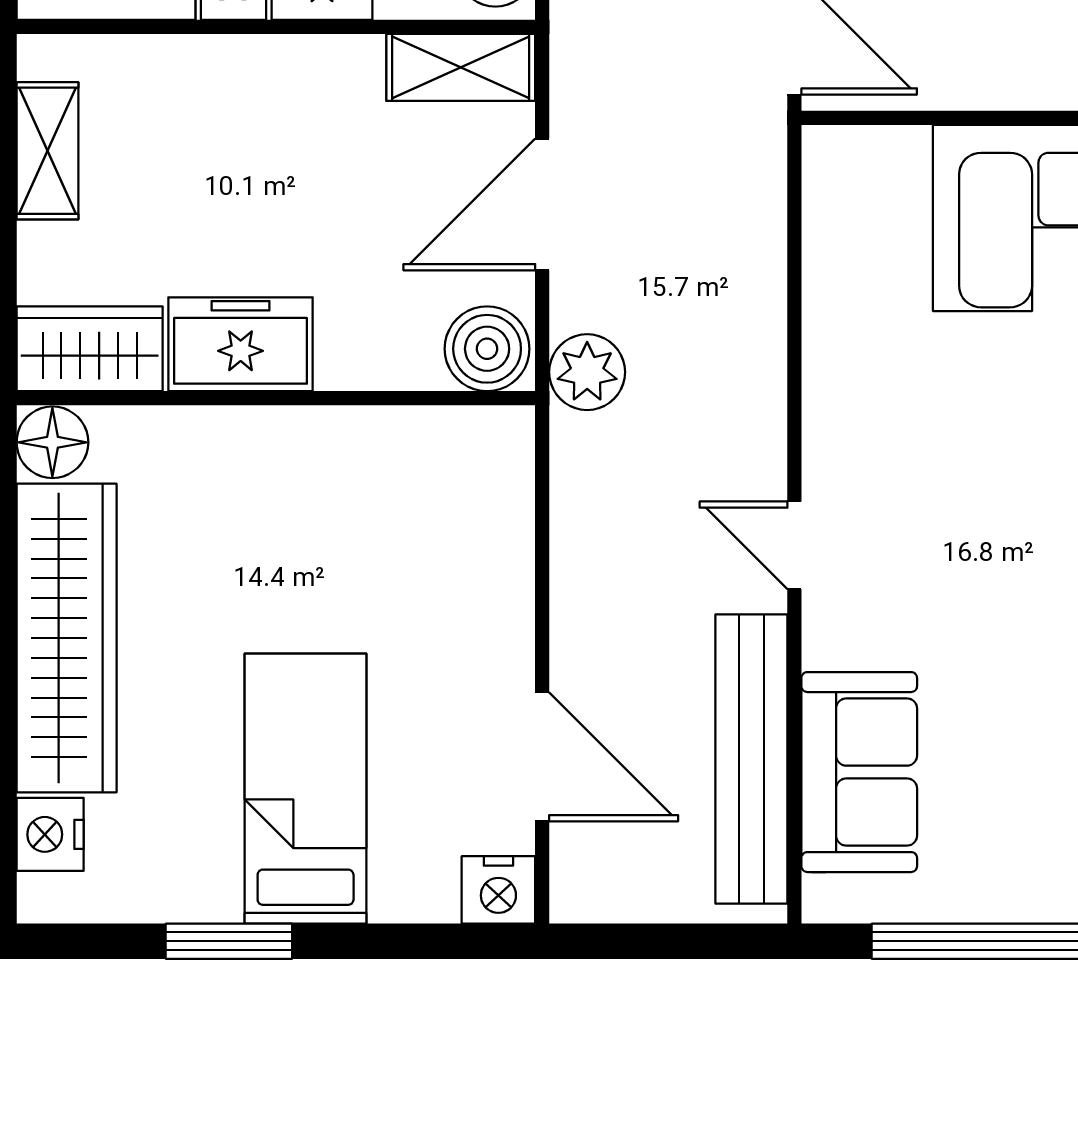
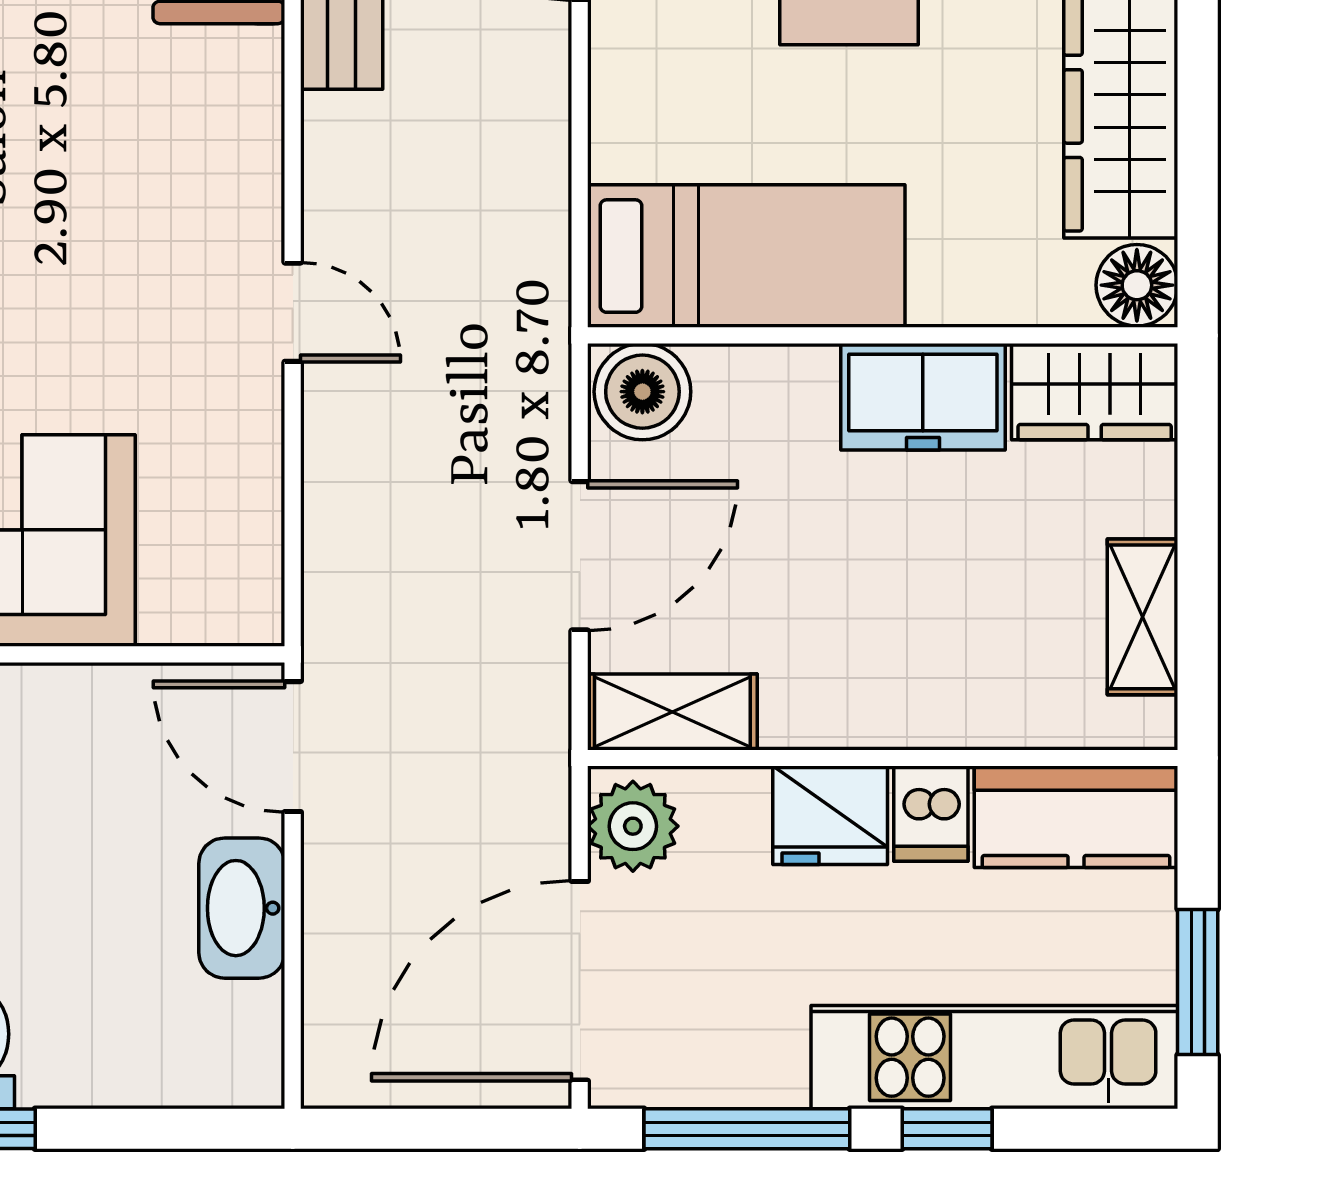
plant: (587, 372) -> (529, 365), removed
bed: (396, 468) -> (746, 256), added
door: (794, 545) -> (293, 312), moved

